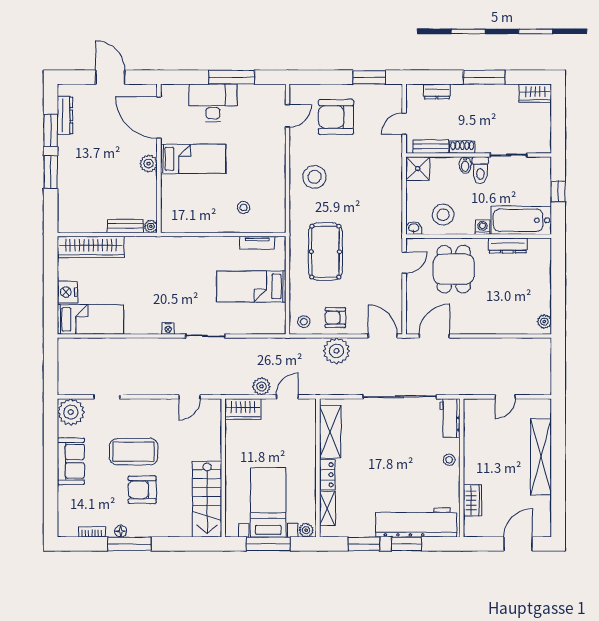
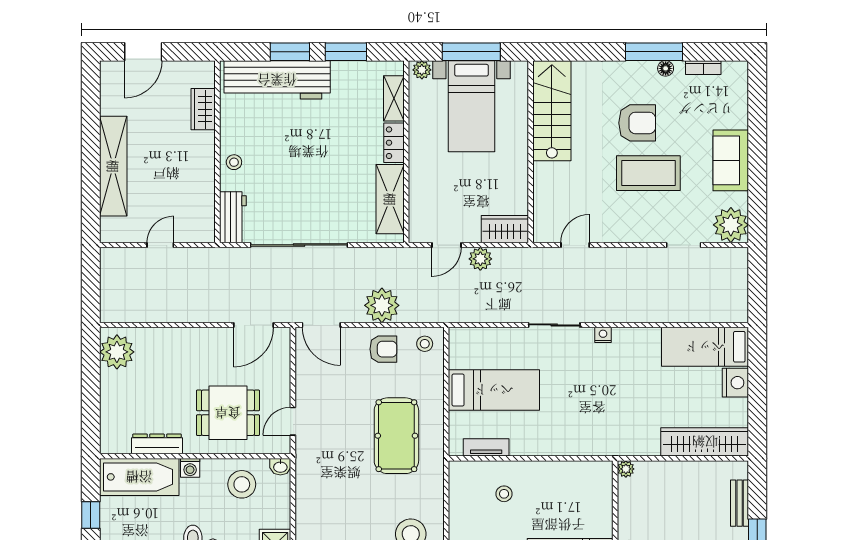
bench: (125, 226) -> (740, 503), moved, turned 90
dining table: (454, 269) -> (228, 413), turned 90
plant: (544, 322) -> (117, 352), width x1.87, depth x1.87

